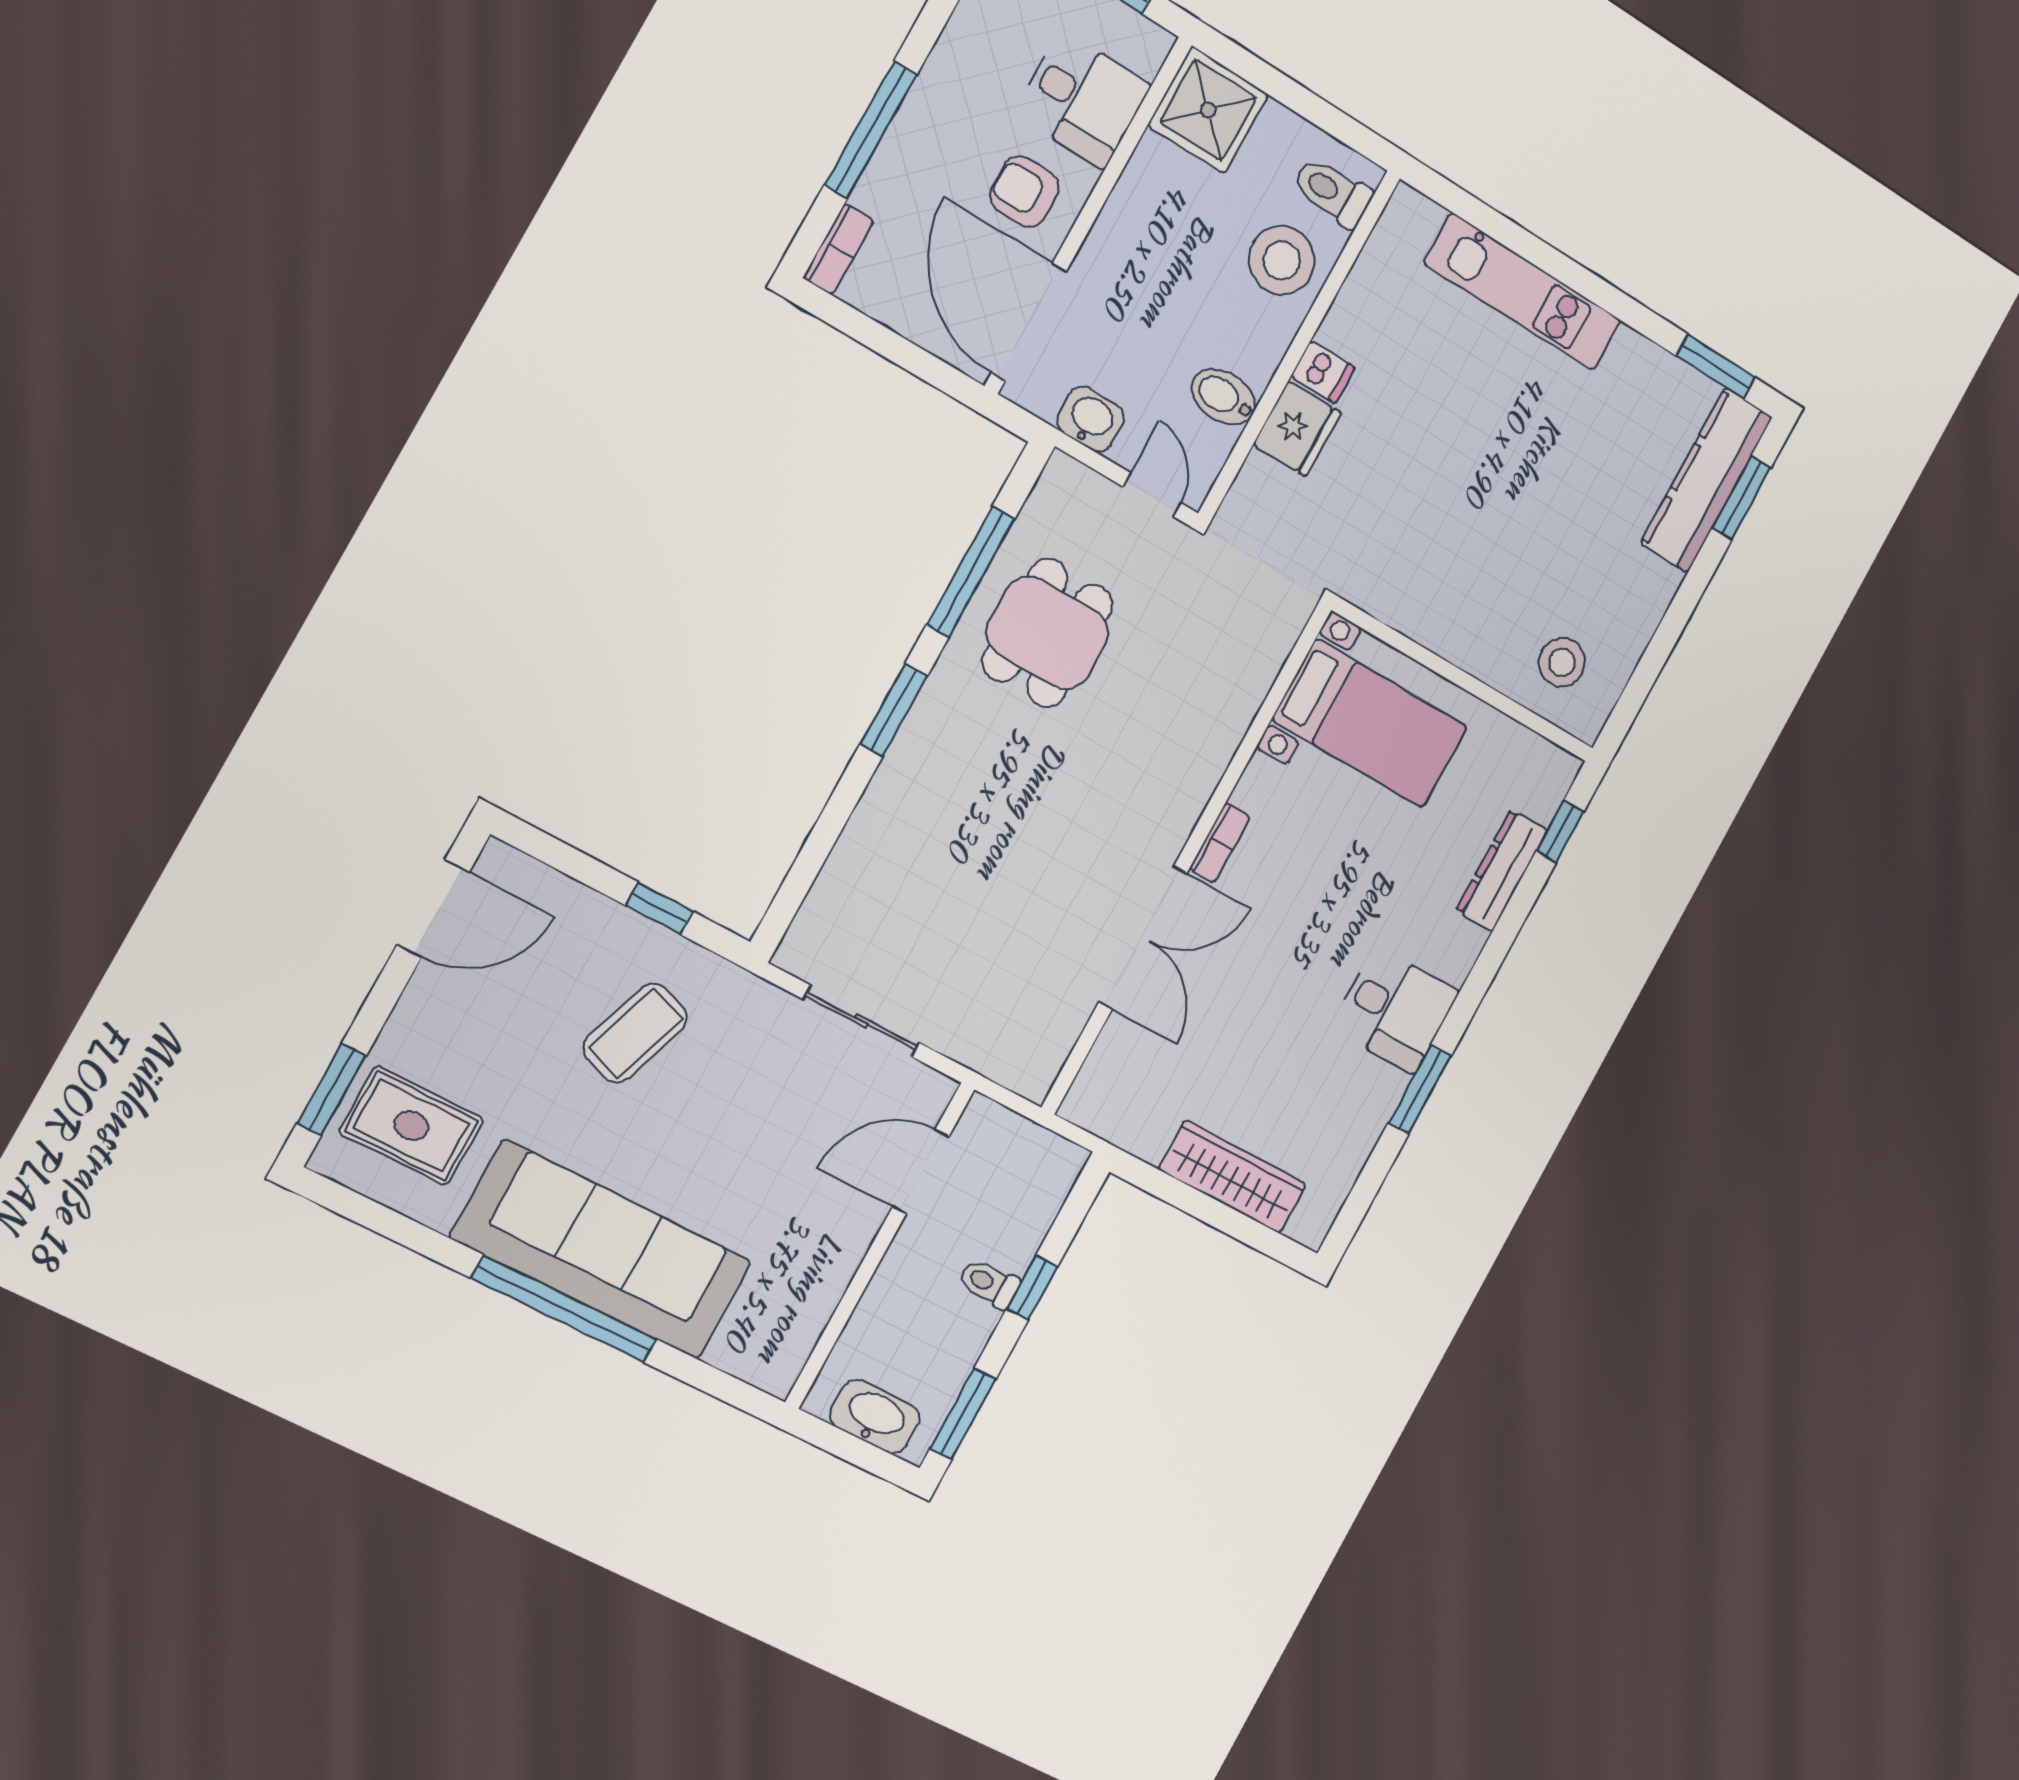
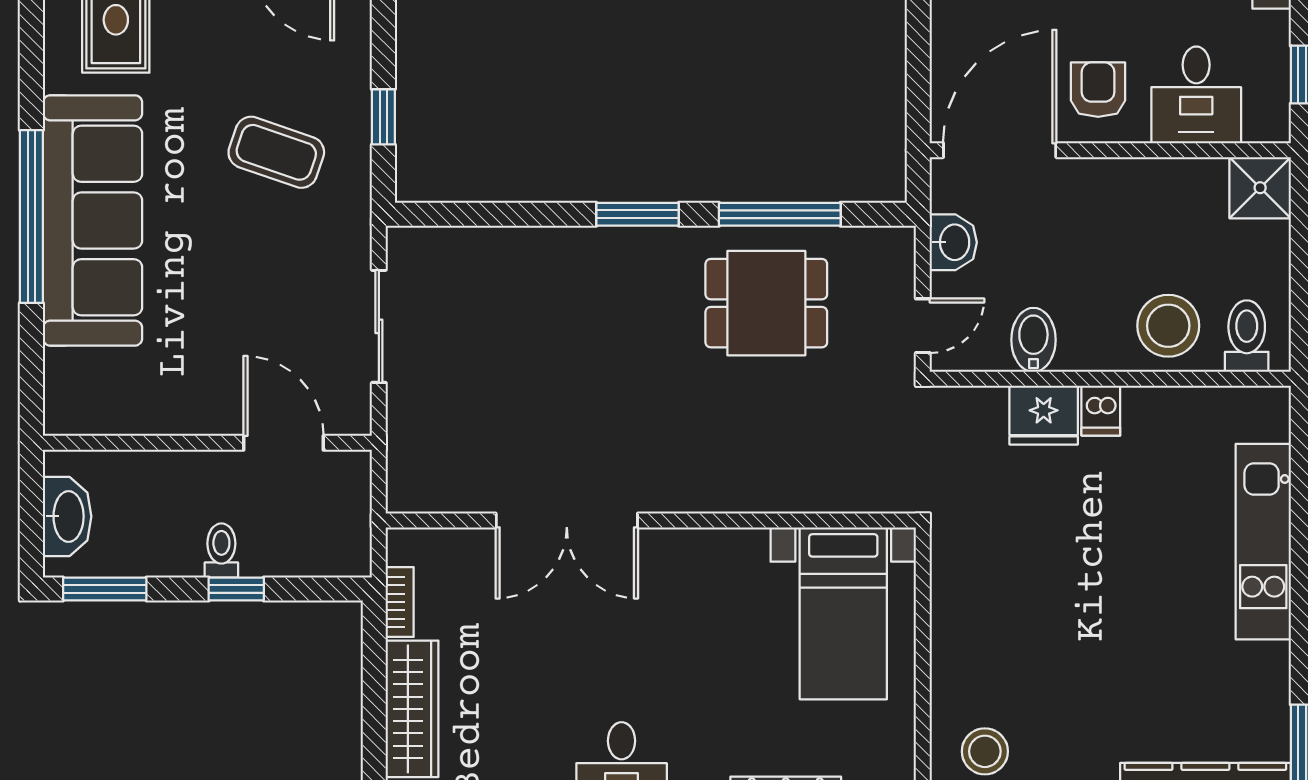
shower: (1208, 110) -> (1260, 188), width x0.73, depth x0.73
bookcase: (1220, 843) -> (400, 602), moved, turned -90

